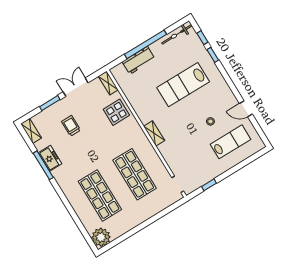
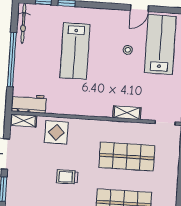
workbench: (139, 60) -> (29, 103), moved, turned -90
trolley: (71, 126) -> (67, 177), moved
shelving: (154, 133) -> (127, 113), moved
lab bench: (231, 142) -> (160, 45), width x1.36, depth x1.39

